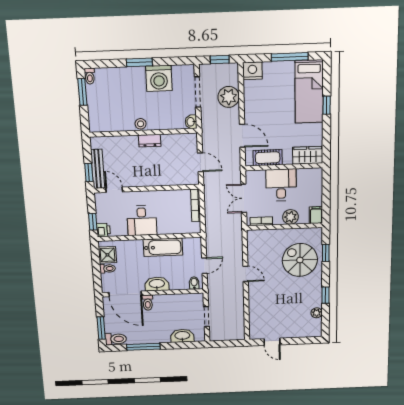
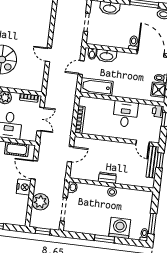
nightstand: (252, 71) -> (24, 187), moved, turned -90
washing machine: (159, 78) -> (120, 228), moved
door: (200, 162) -> (70, 154), swing flipped
bathtub: (163, 247) -> (97, 87), moved
washbasin: (157, 284) -> (106, 56), moved

